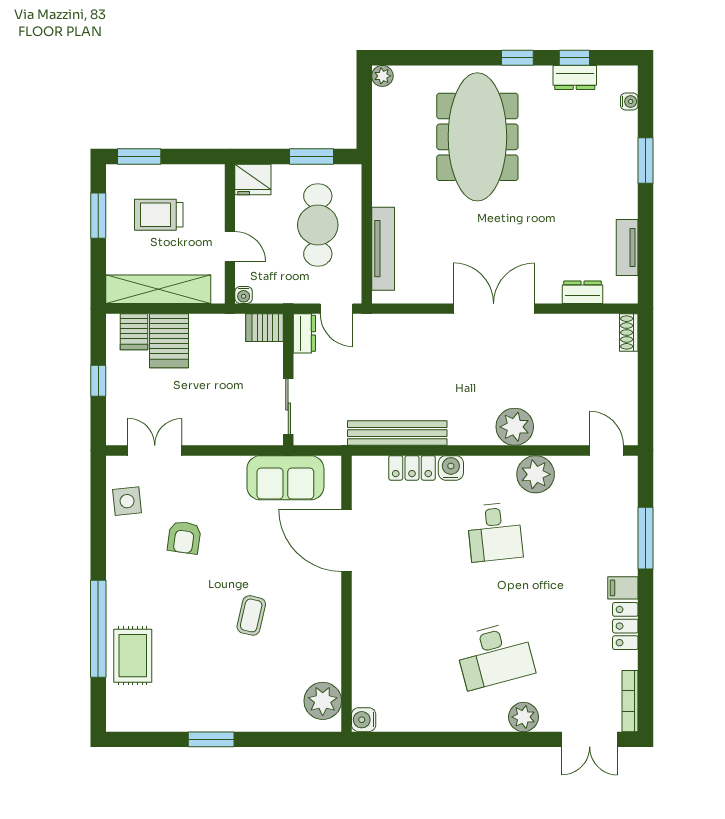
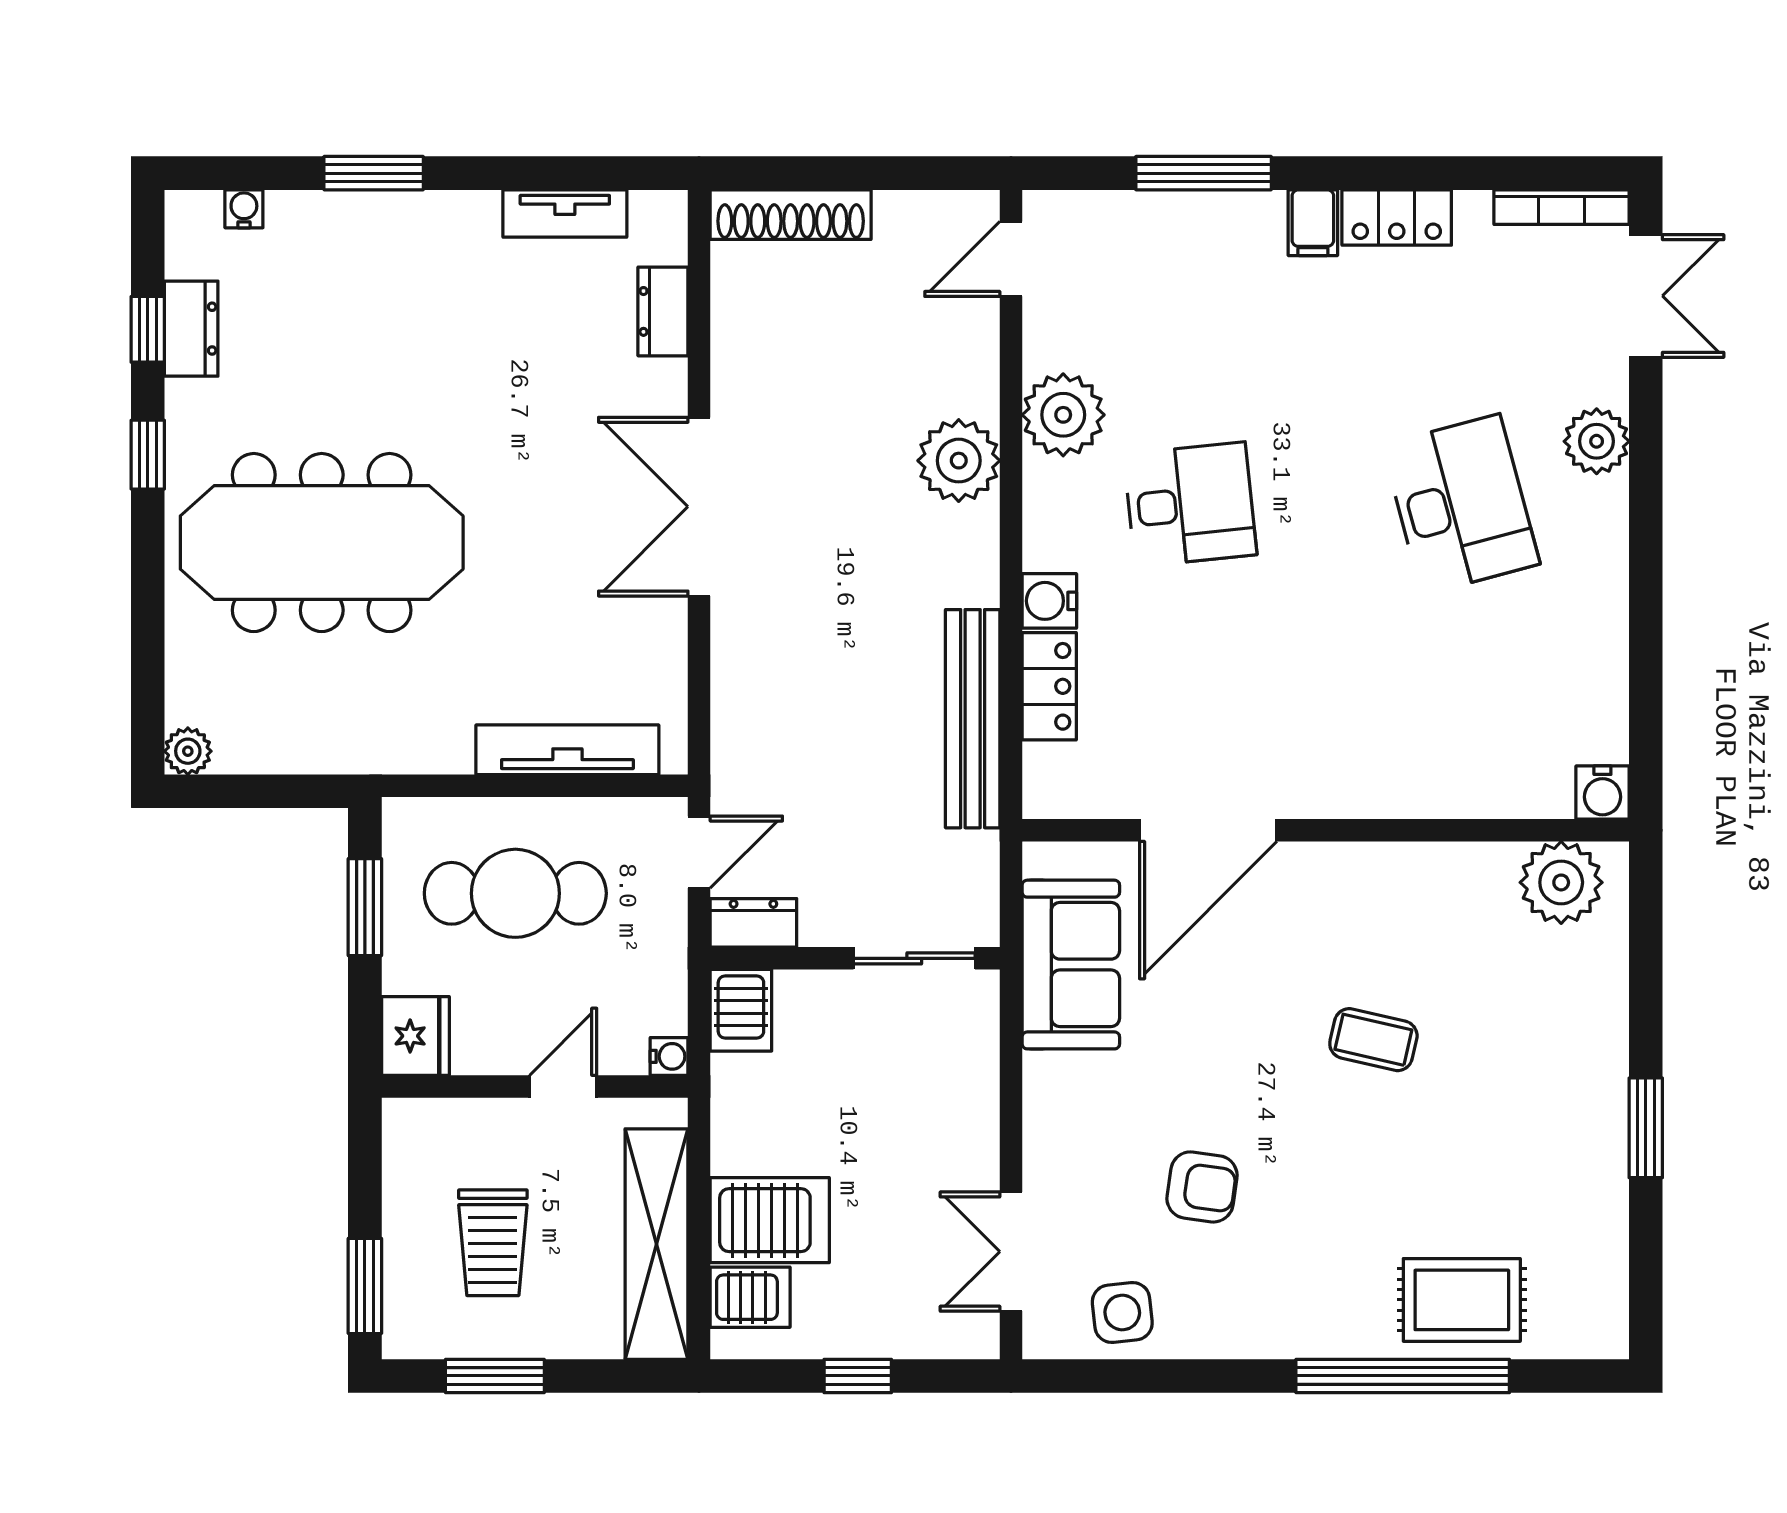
shoe rack: (629, 332) -> (791, 215), width x1.94, depth x1.24

